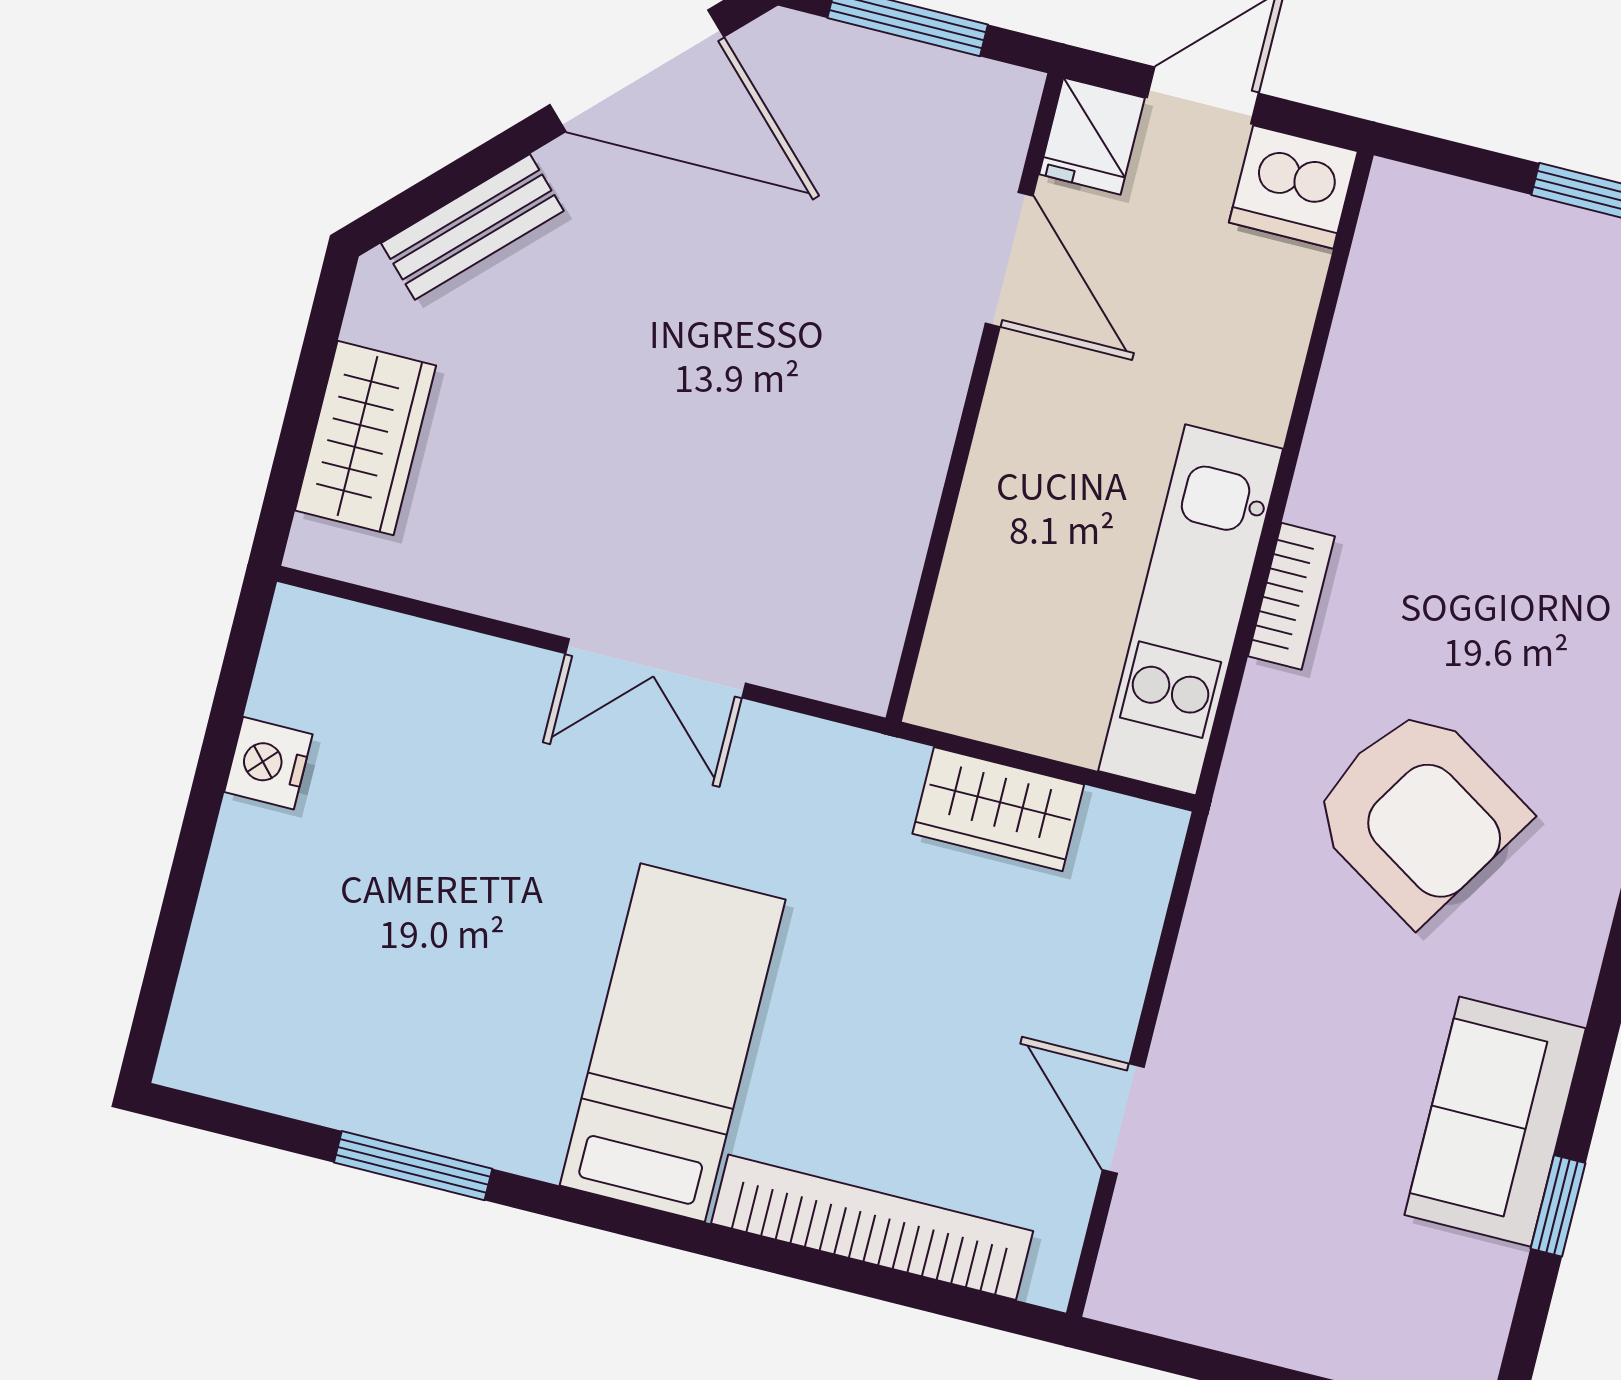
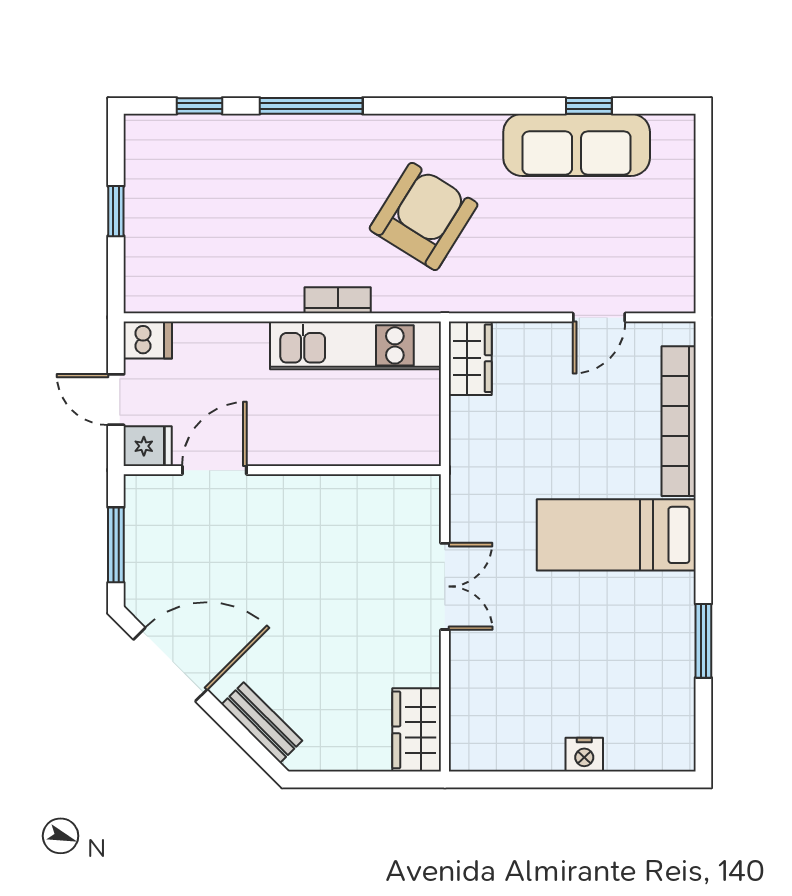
door: (637, 71) -> (170, 665), hinge flipped
dishwasher: (1293, 187) -> (148, 340), width x0.73
wardrobe: (366, 438) -> (417, 730), moved, turned -90
nightstand: (268, 763) -> (584, 755), moved
wardrobe: (998, 809) -> (470, 358), moved
sofa: (1495, 1122) -> (577, 145), width x1.36

